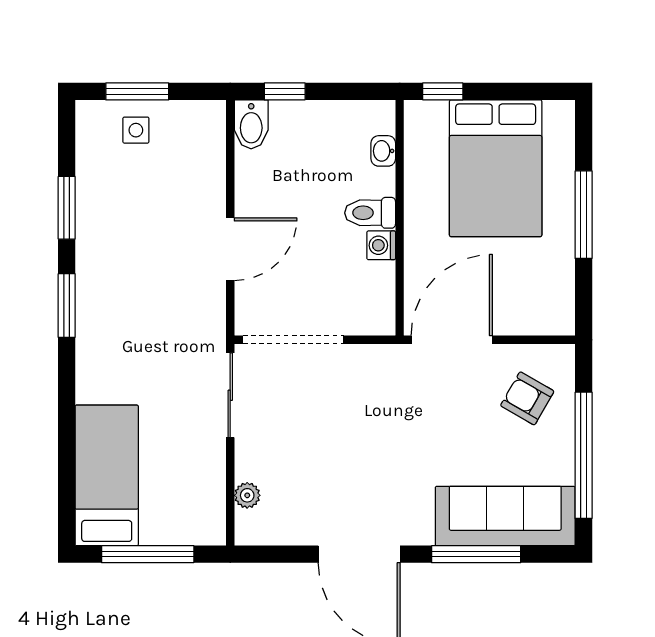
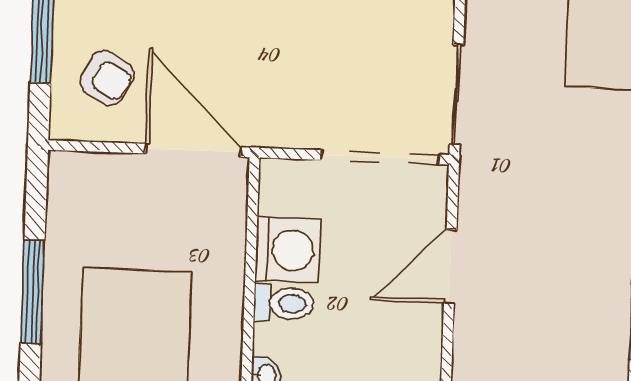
washing machine: (381, 245) -> (288, 250), width x1.89, depth x1.89
door: (452, 340) -> (193, 150), swing flipped

